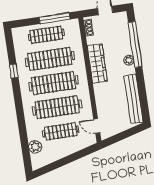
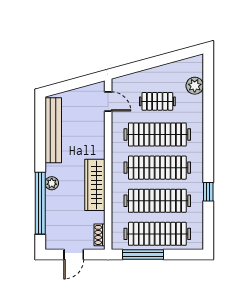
clothes rail: (46, 35) -> (157, 234), width x1.37, depth x1.31
clothes rail: (61, 131) -> (157, 101), width x0.73

